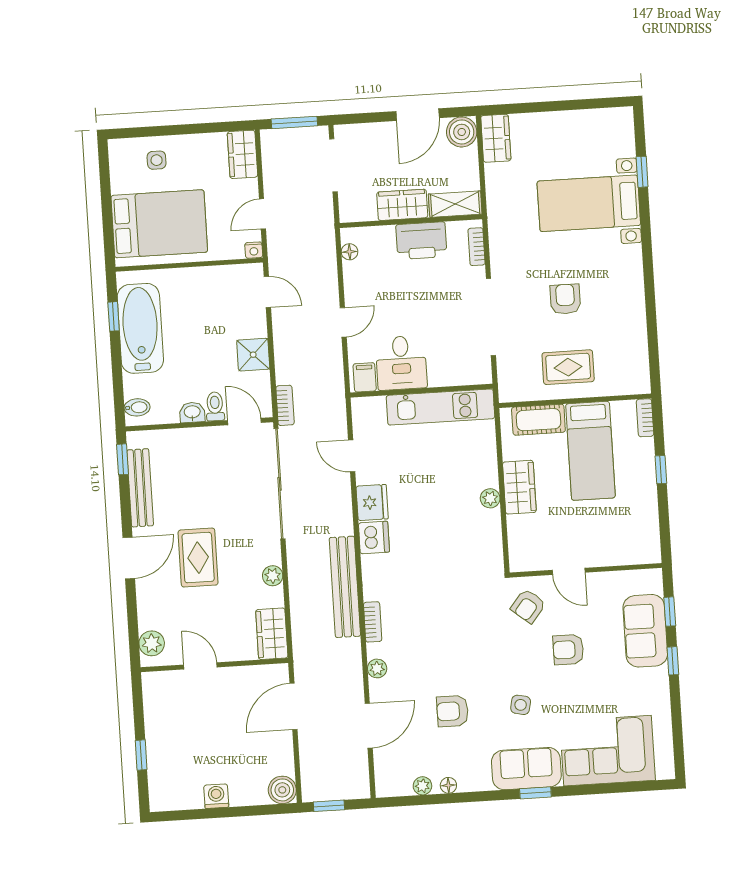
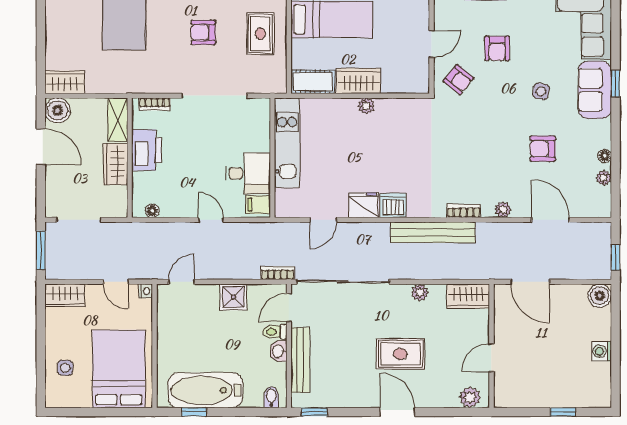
cot: (538, 420) -> (313, 82), moved, turned 90
bench: (140, 488) -> (300, 360), moved, turned 90
armchair: (453, 711) -> (543, 149), turned 90

